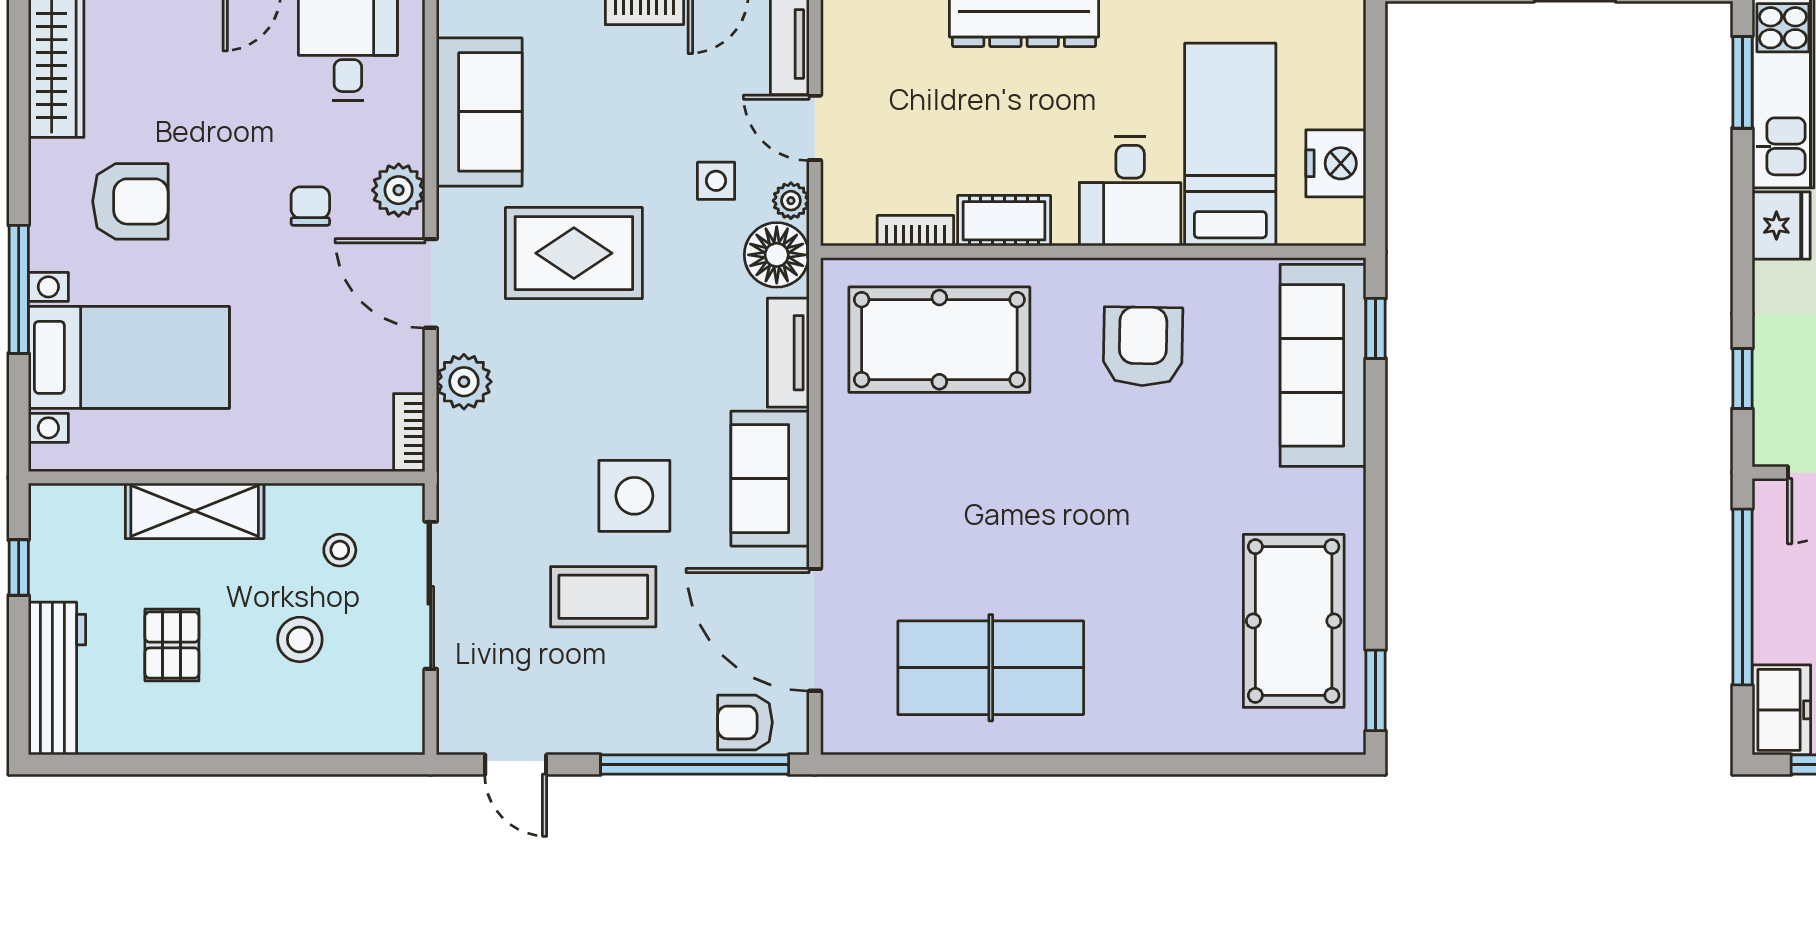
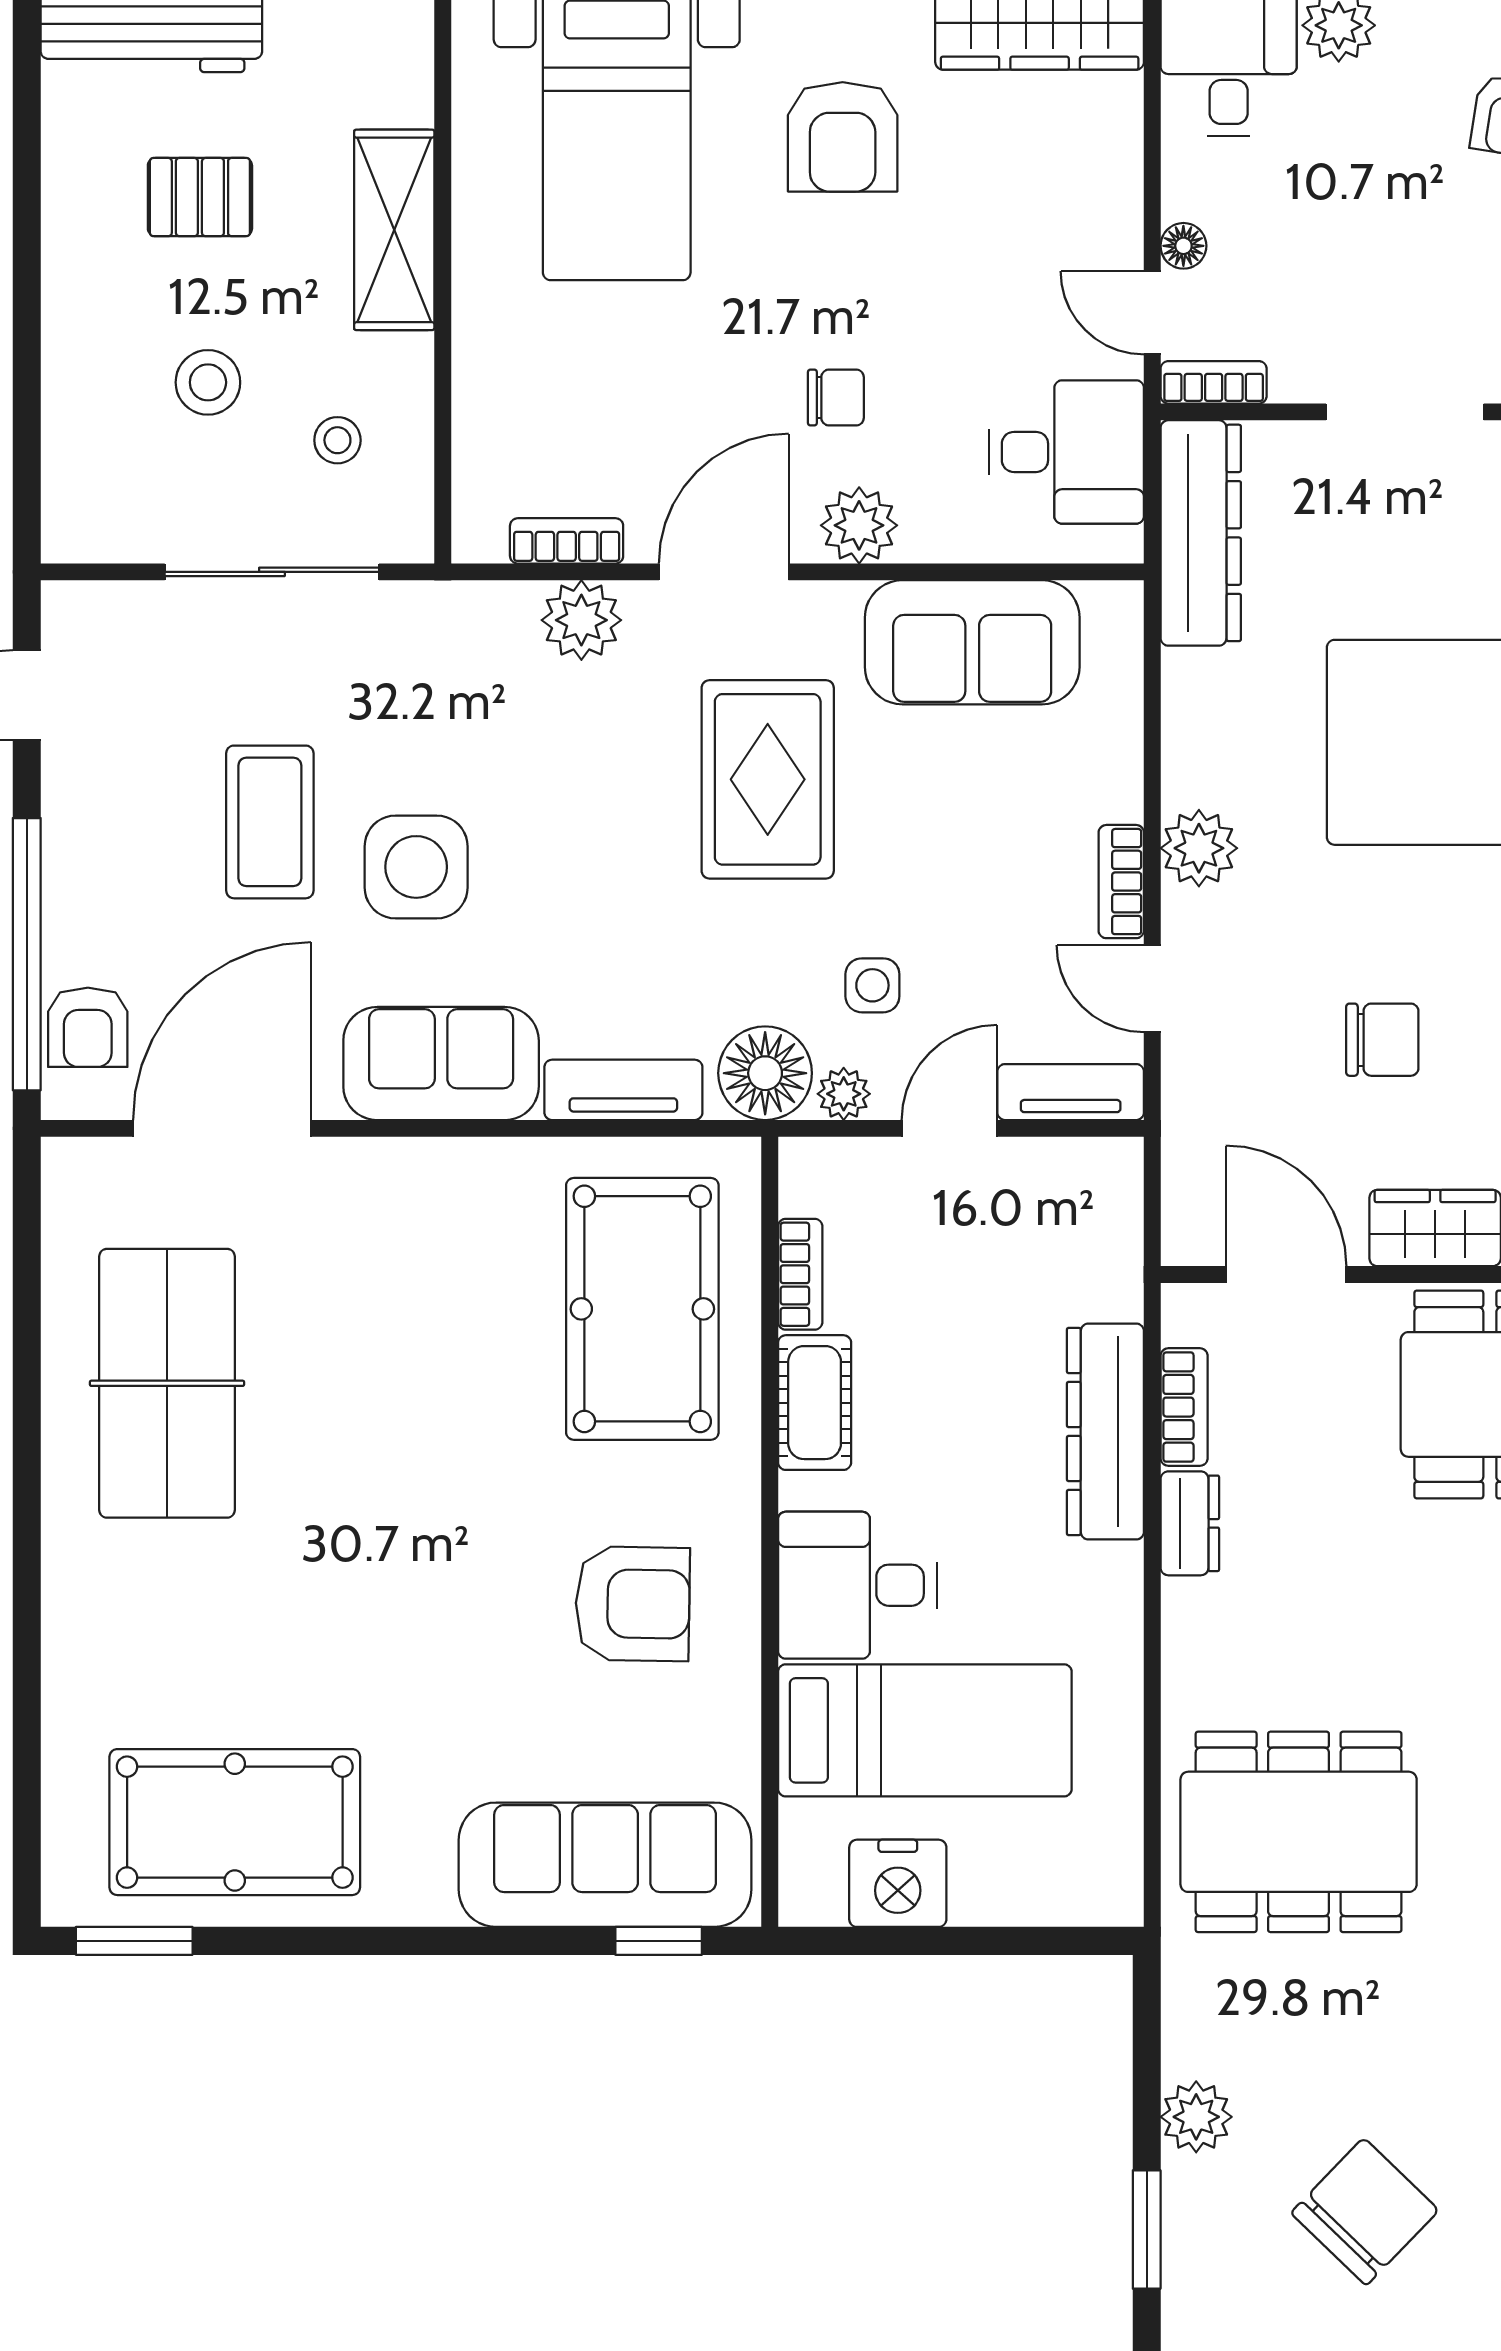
bookcase: (409, 433) -> (567, 541), moved
armchair: (745, 722) -> (88, 1027), turned 180

